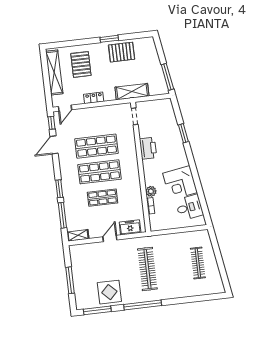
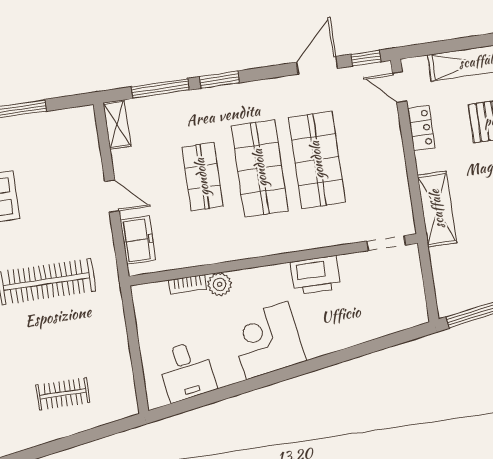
shelving: (132, 92) -> (437, 209), moved
locker: (94, 98) -> (421, 128), moved
window: (183, 133) -> (351, 353), removed
door: (54, 145) -> (317, 65), hinge flipped
corner desk: (180, 183) -> (267, 340), moved
clothes rail: (198, 263) -> (63, 394), width x0.73

